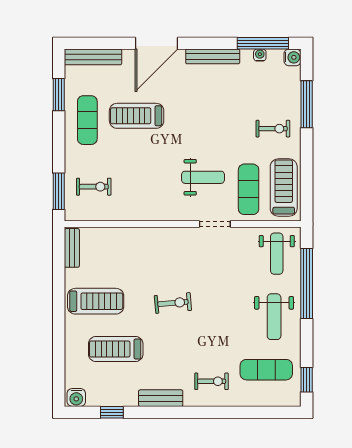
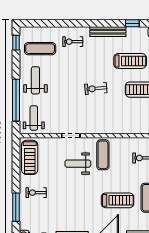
exercise mat: (249, 189) -> (103, 155), moved
bench: (161, 398) -> (108, 32), width x1.36

